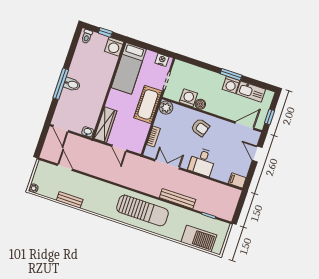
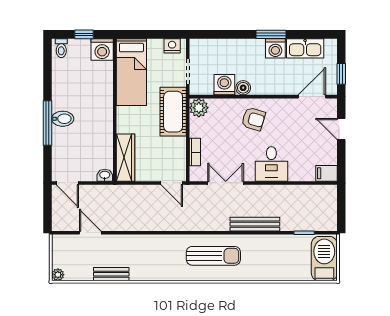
door: (119, 148) -> (172, 183), moved
sun lounger: (142, 211) -> (213, 256), width x0.73, depth x0.75
barbecue: (199, 239) -> (324, 259), moved, turned -90

